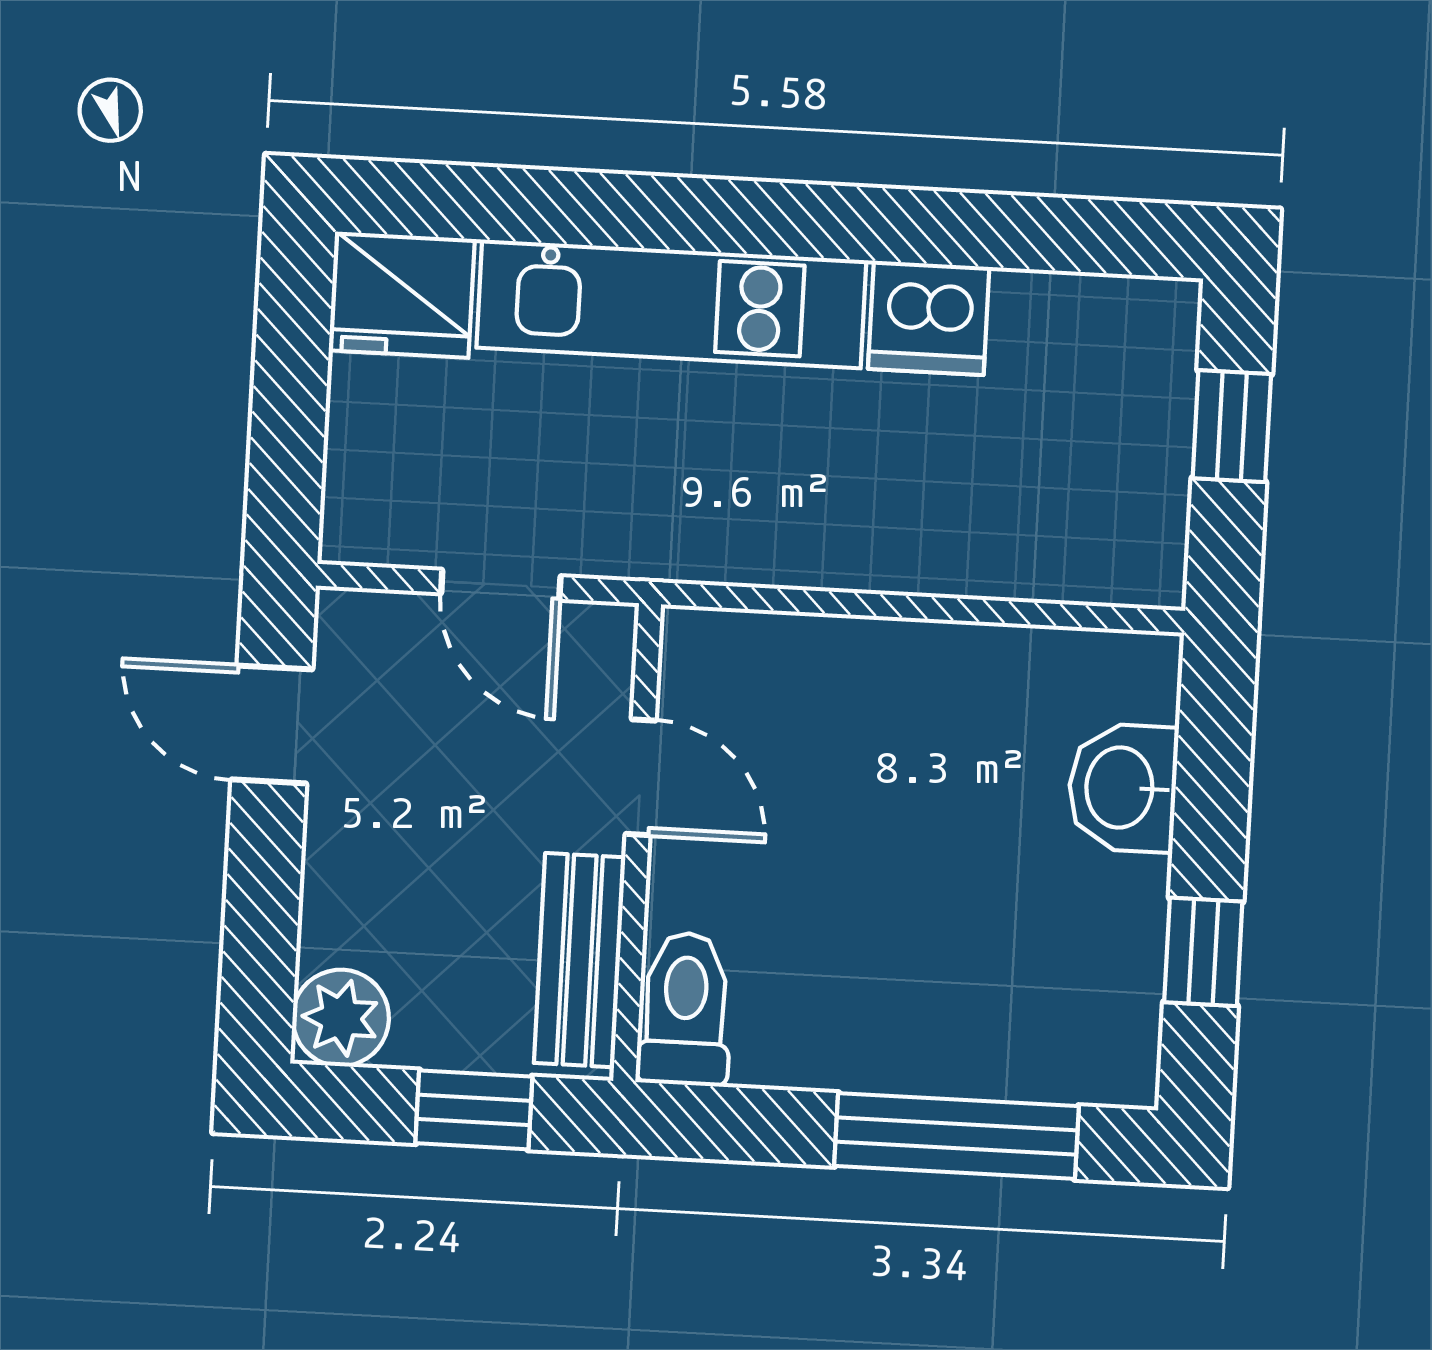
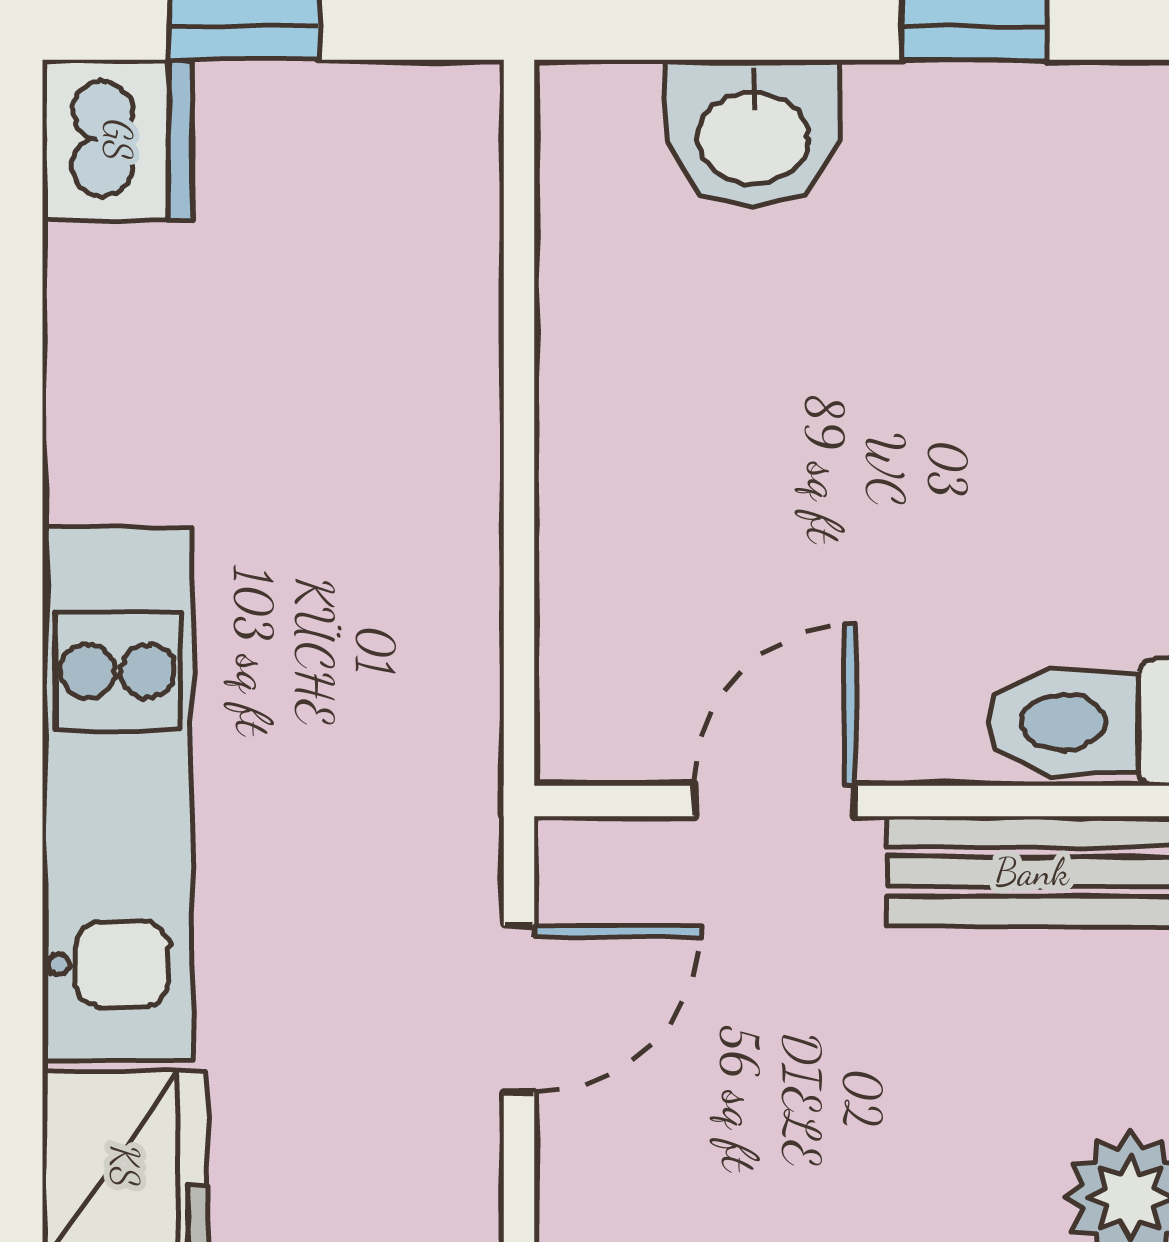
dishwasher: (929, 318) -> (118, 140), moved

